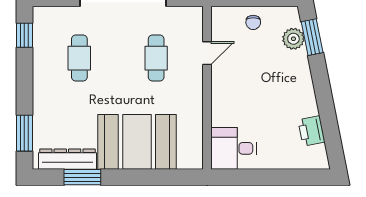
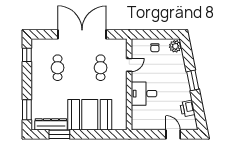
window: (312, 37) -> (193, 80), moved
plant: (293, 39) -> (175, 46), moved
desk: (234, 148) -> (144, 94), moved
door: (286, 177) -> (173, 134), added

